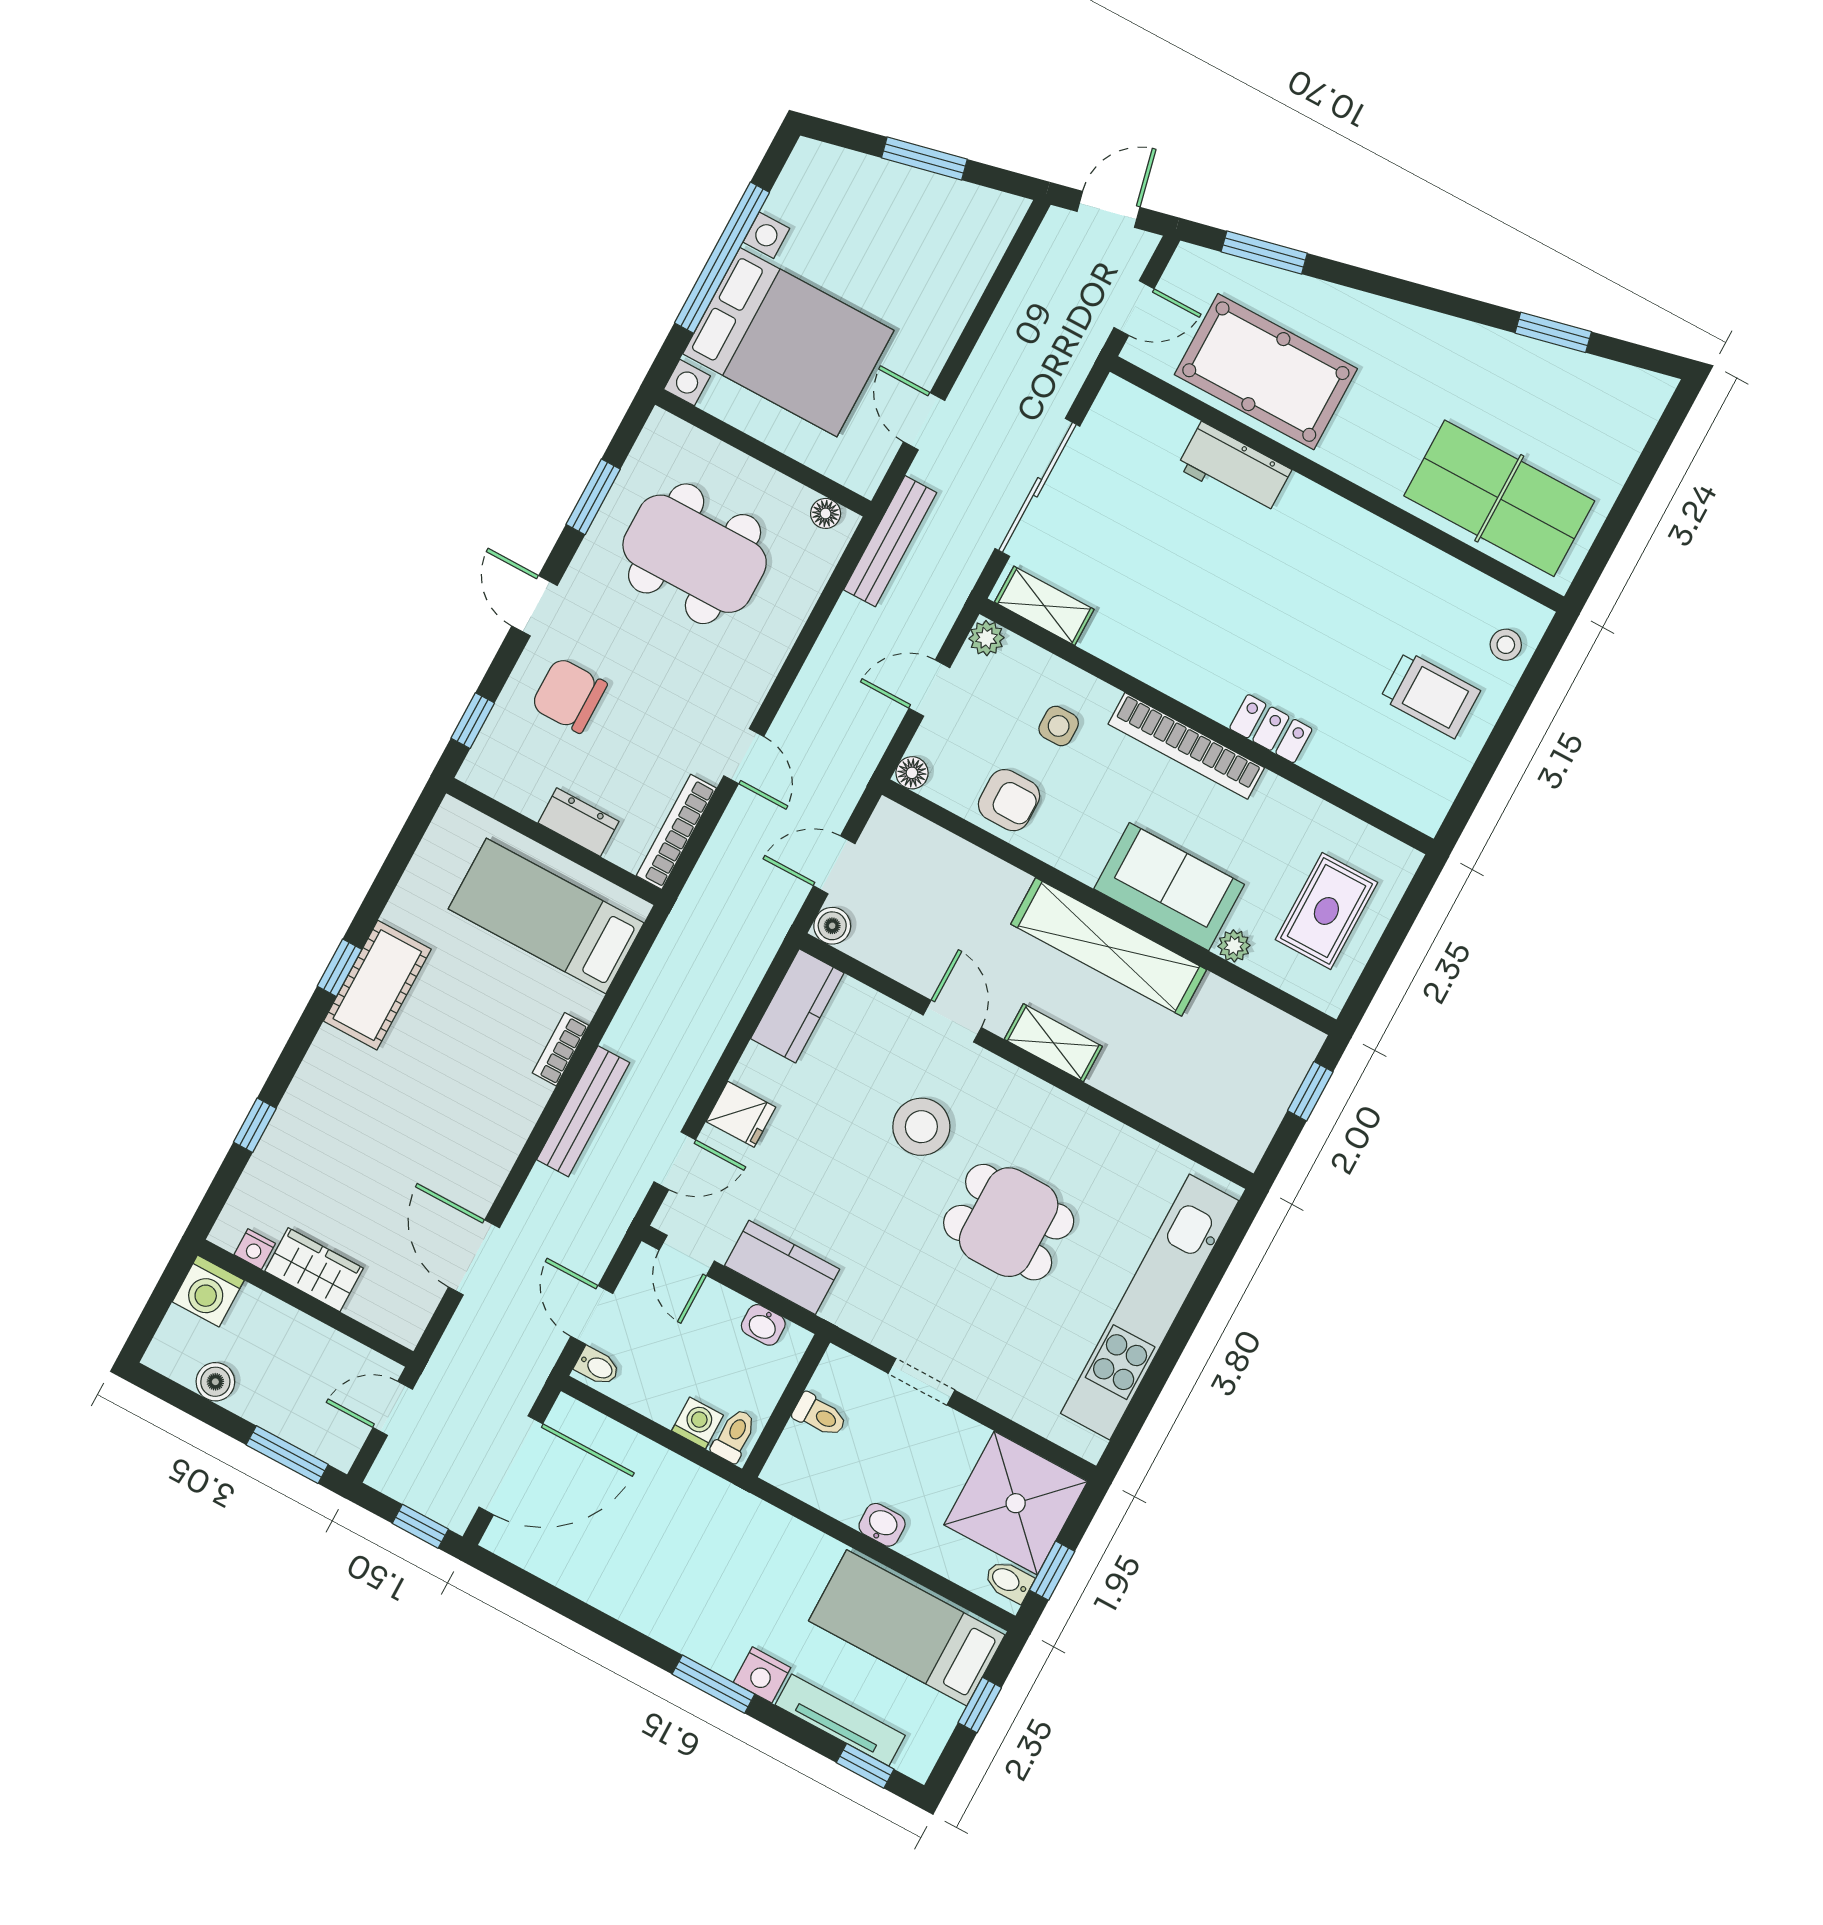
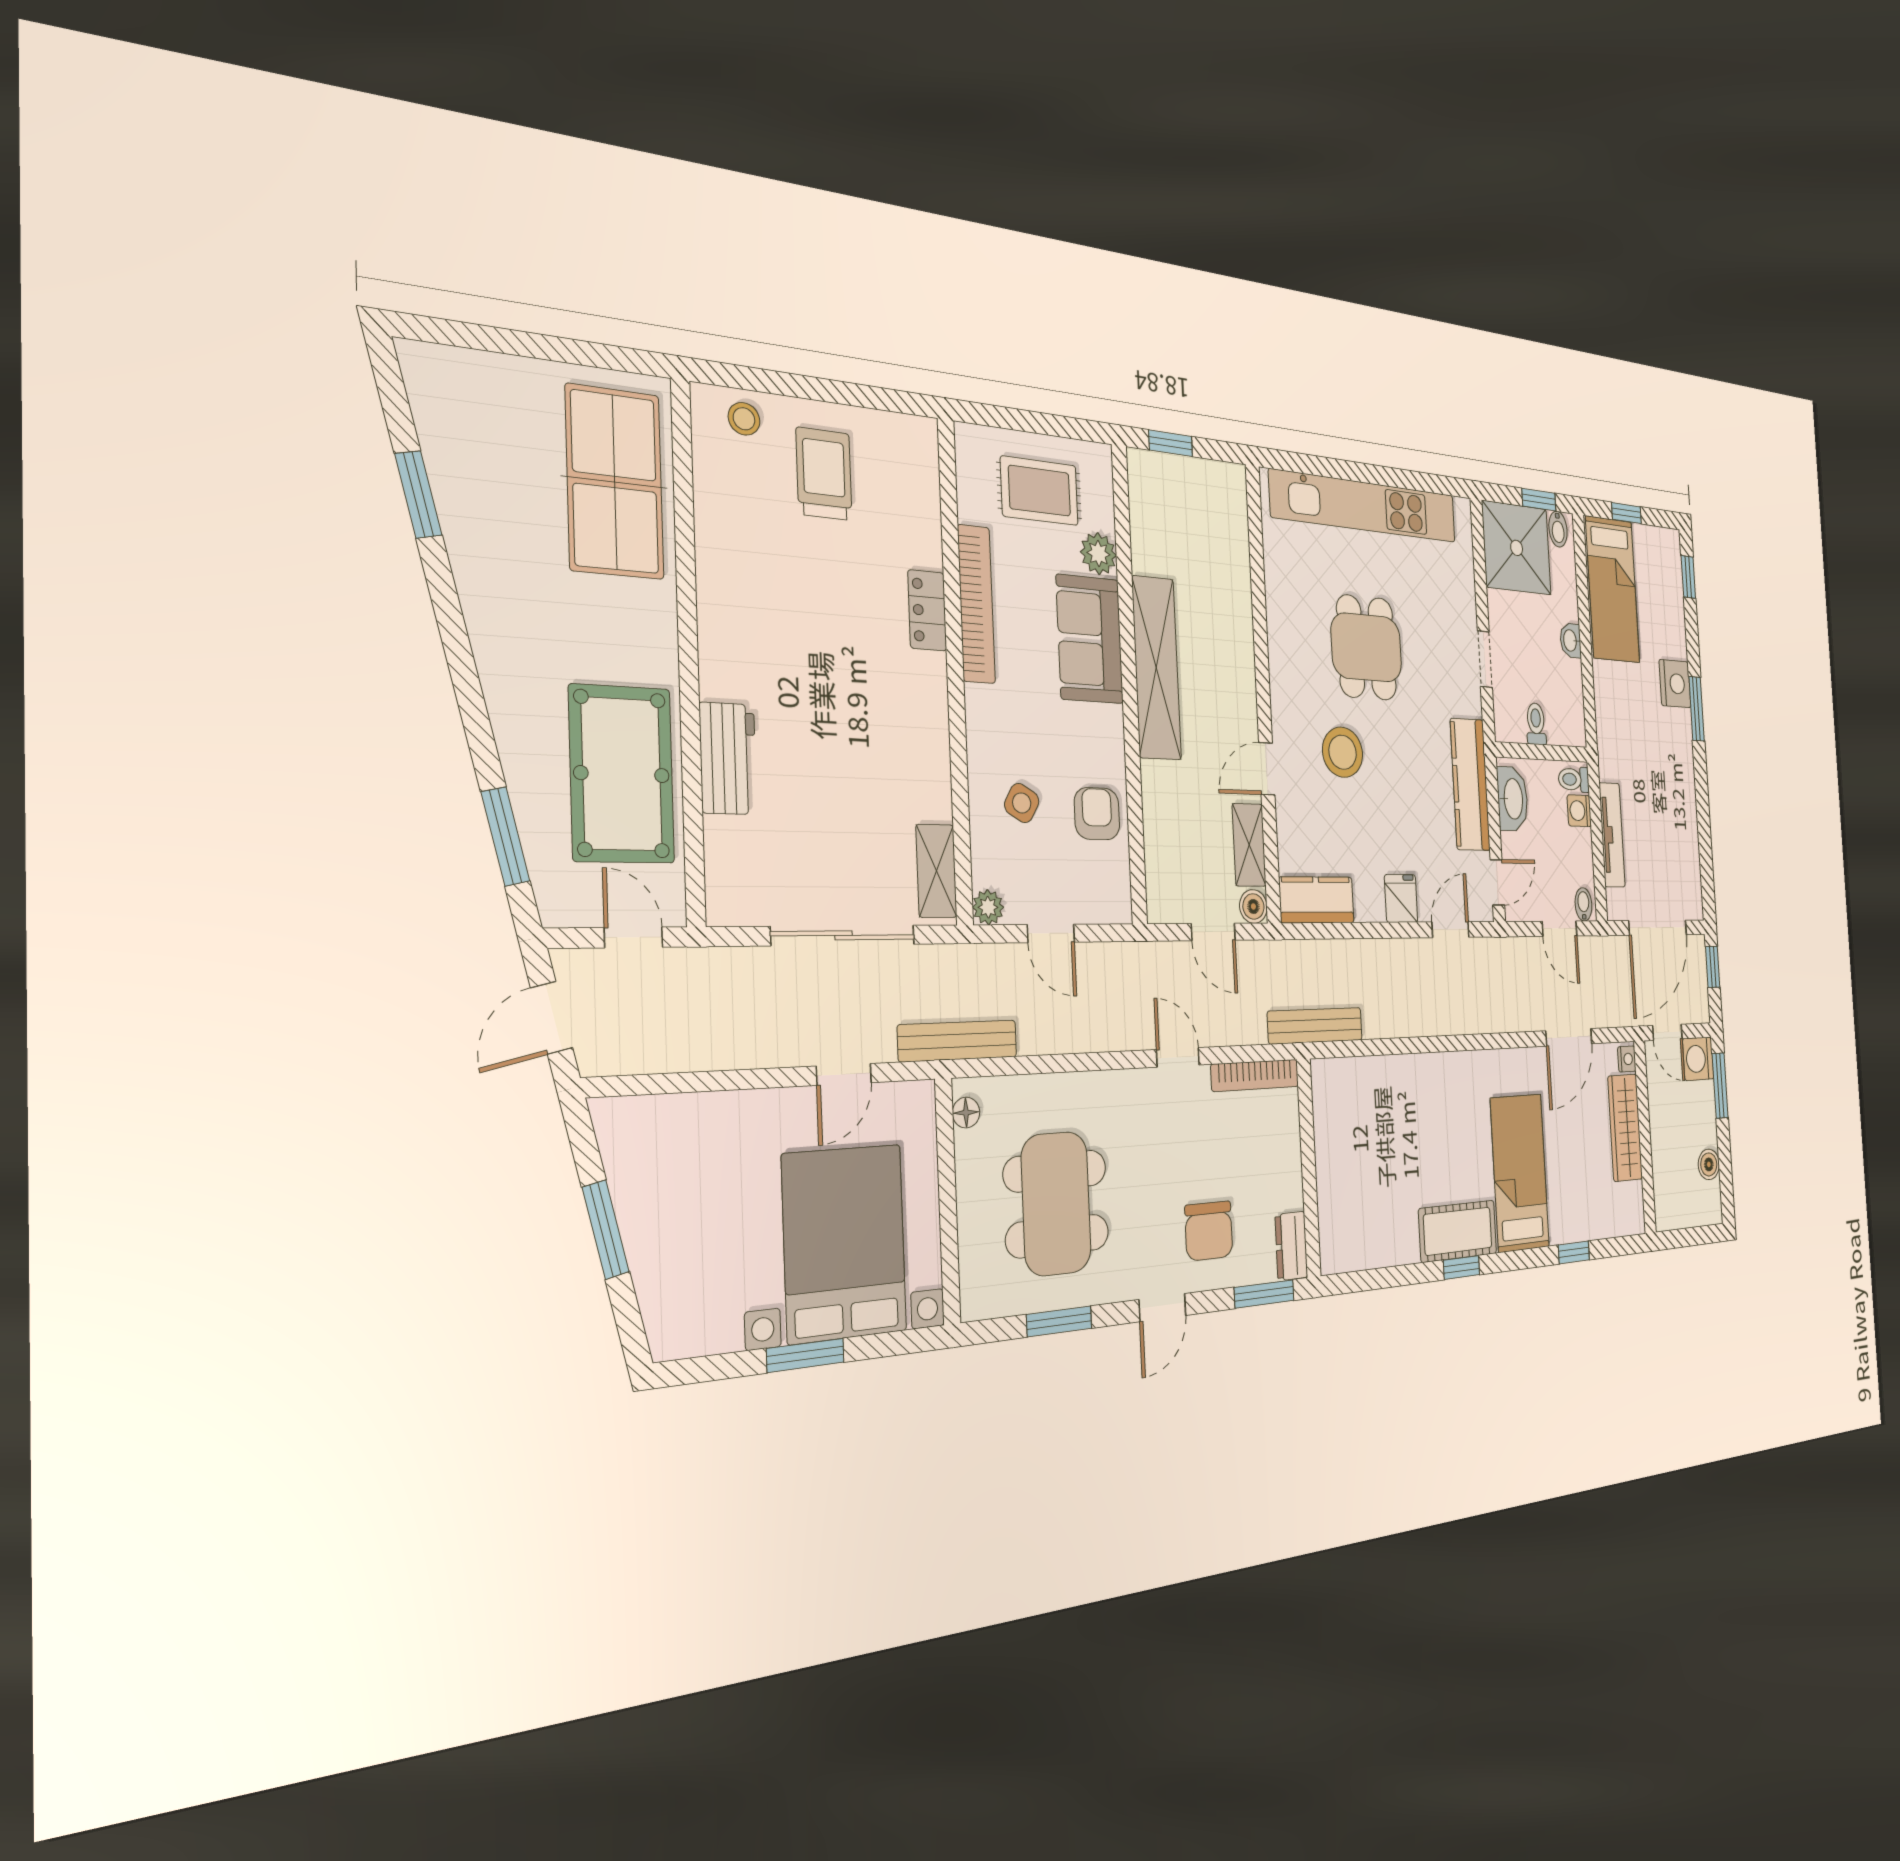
door: (1108, 209) -> (552, 1018), hinge flipped
window: (722, 258) -> (805, 1355), width x0.47
window: (473, 721) -> (1264, 1294), width x1.50
side table: (1059, 726) -> (1022, 803), turned 30
bookcase: (1186, 746) -> (976, 604), moved
door: (744, 756) -> (1178, 1057), hinge flipped
floor lamp: (912, 773) -> (1119, 909), removed
dresser: (579, 822) -> (1291, 1246), moved
bed: (546, 916) -> (1520, 1173), moved, turned 180
plant: (1234, 946) -> (1098, 554), width x1.38, depth x1.38
shelving: (1053, 1043) -> (1249, 845), moved
bookcase: (560, 1049) -> (1429, 1064), removed
bench: (583, 1111) -> (1315, 1026), moved
door: (675, 1161) -> (1450, 930), hinge flipped
nightstand: (255, 1249) -> (1627, 1059), moved
kitchen counter: (782, 1267) -> (1470, 784), width x1.50
wardrobe: (314, 1270) -> (1625, 1128), width x1.50
washing machine: (208, 1291) -> (1698, 1059), moved, turned 180
door: (592, 1315) -> (1560, 929), hinge flipped
washbasin: (763, 1325) -> (1513, 799), width x1.91, depth x1.45
door: (511, 1465) -> (1658, 928), swing flipped
nightstand: (762, 1675) -> (1675, 684), width x1.36, depth x1.33
tv unit: (840, 1720) -> (1612, 835), moved, turned 180

